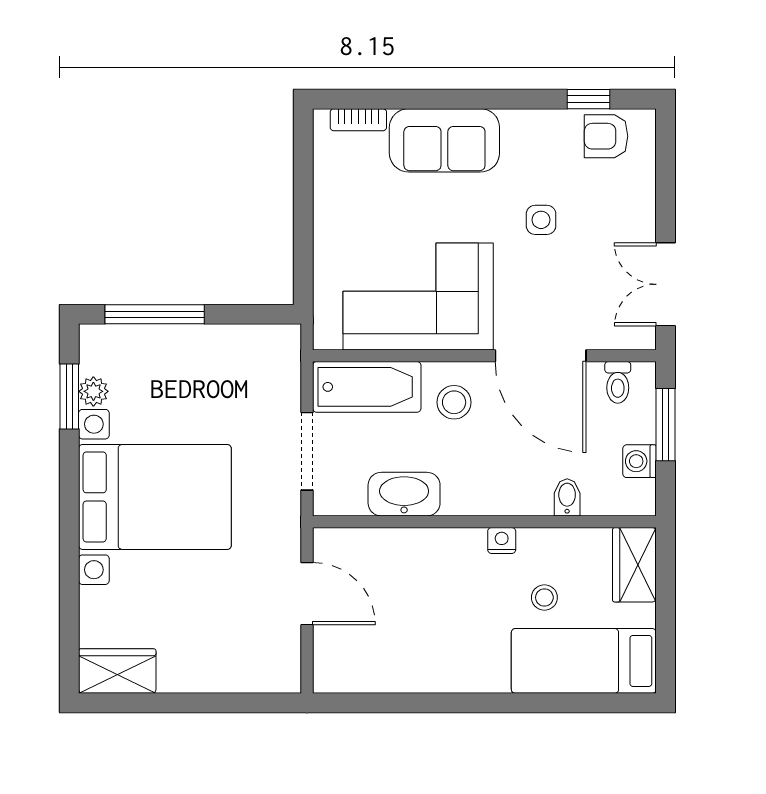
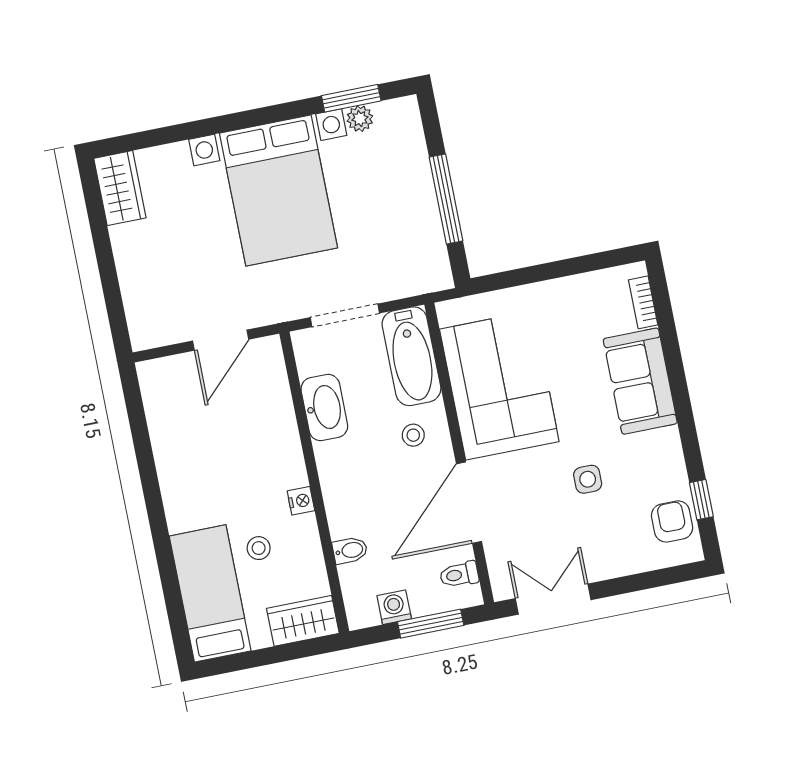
window: (155, 314) -> (446, 199), moved
stool: (454, 402) -> (413, 435), width x0.73, depth x0.73

